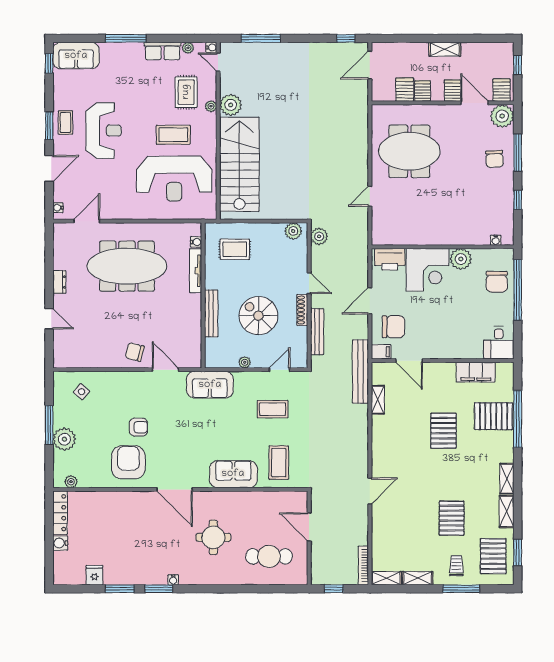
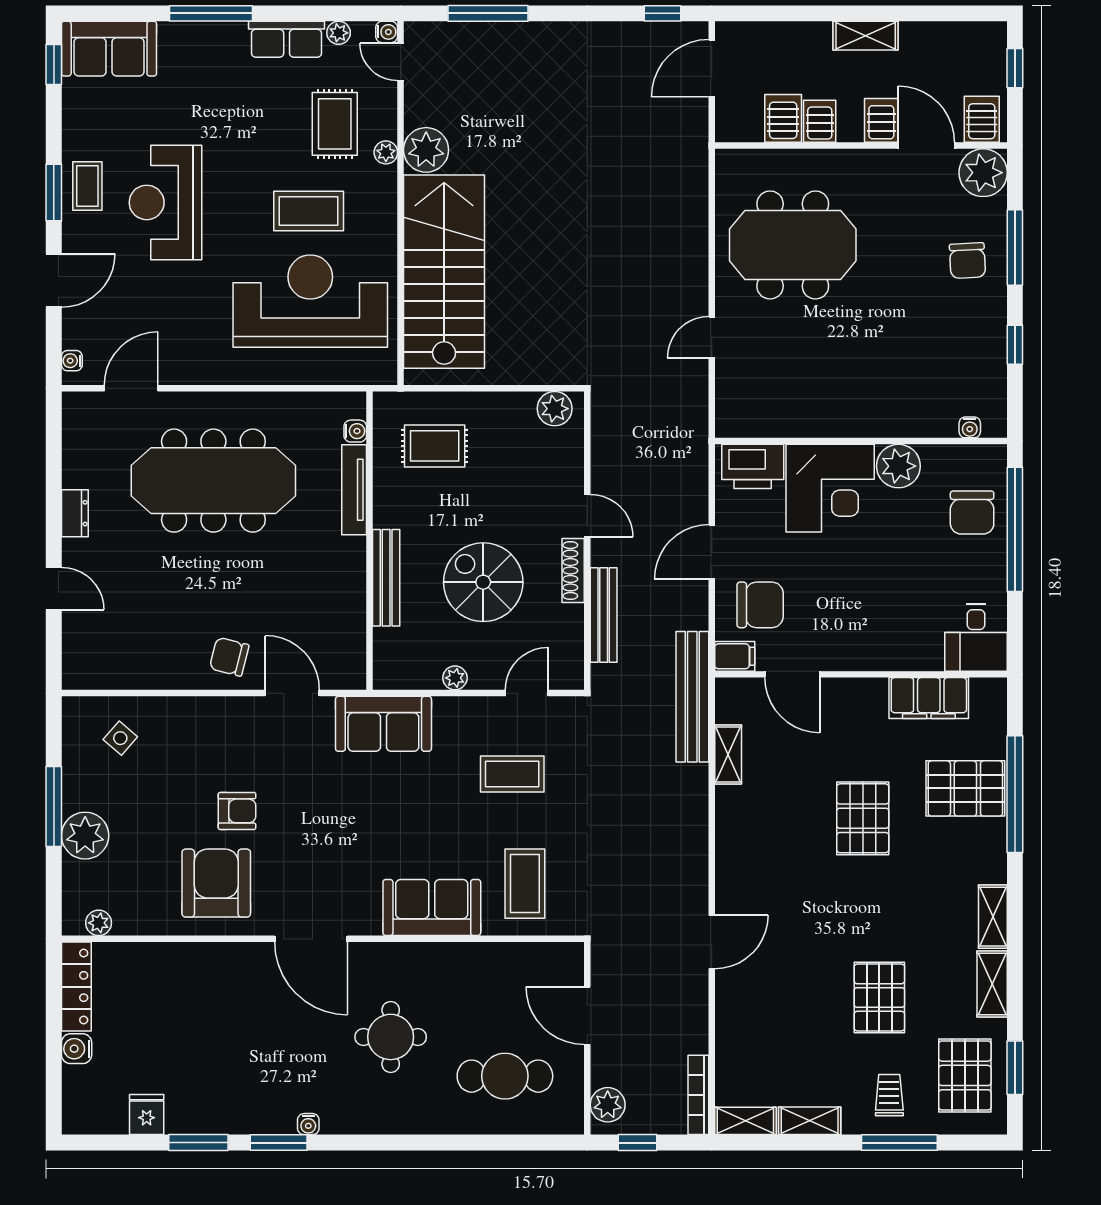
reception desk: (104, 131) -> (165, 202), turned 180
reception desk: (174, 179) -> (310, 301), turned 180
plant: (319, 236) -> (608, 1105), moved

